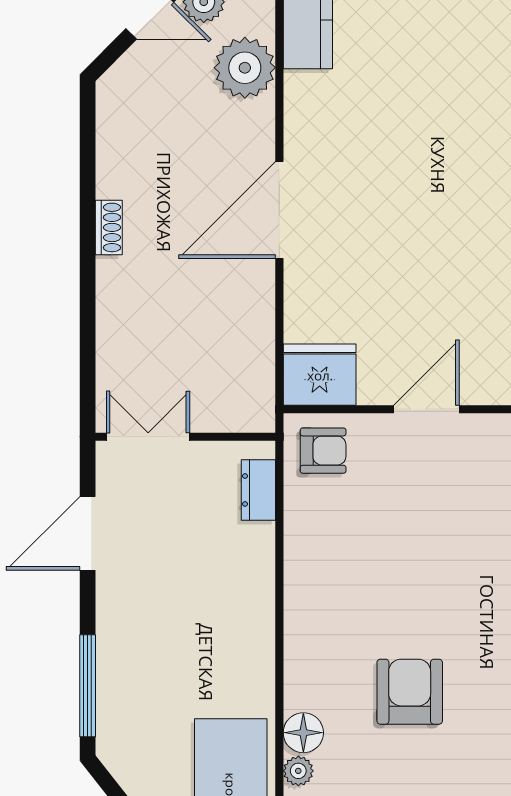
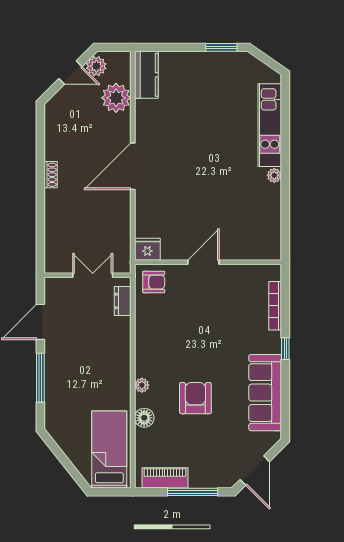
fridge: (320, 375) -> (147, 249), width x0.73, depth x0.75
double door: (148, 437) -> (93, 275), moved
window: (88, 686) -> (40, 378), moved
plant: (298, 771) -> (142, 385), moved

